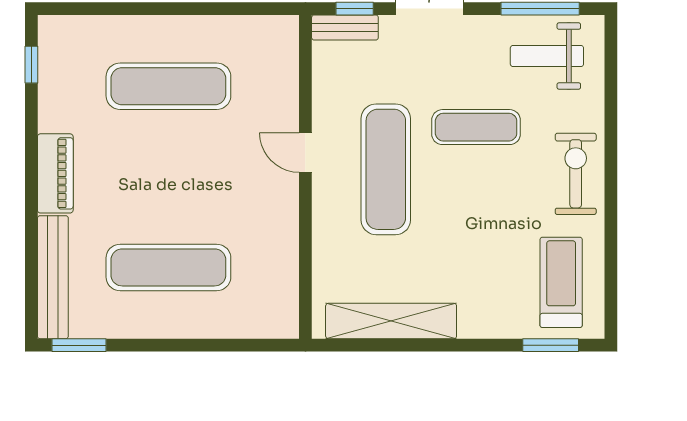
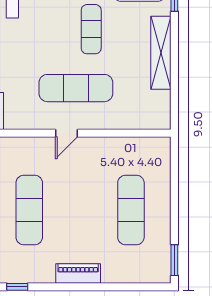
exercise mat: (476, 127) -> (91, 29), moved
bench: (53, 277) -> (136, 275), removed
shelving: (391, 321) -> (161, 53), moved

